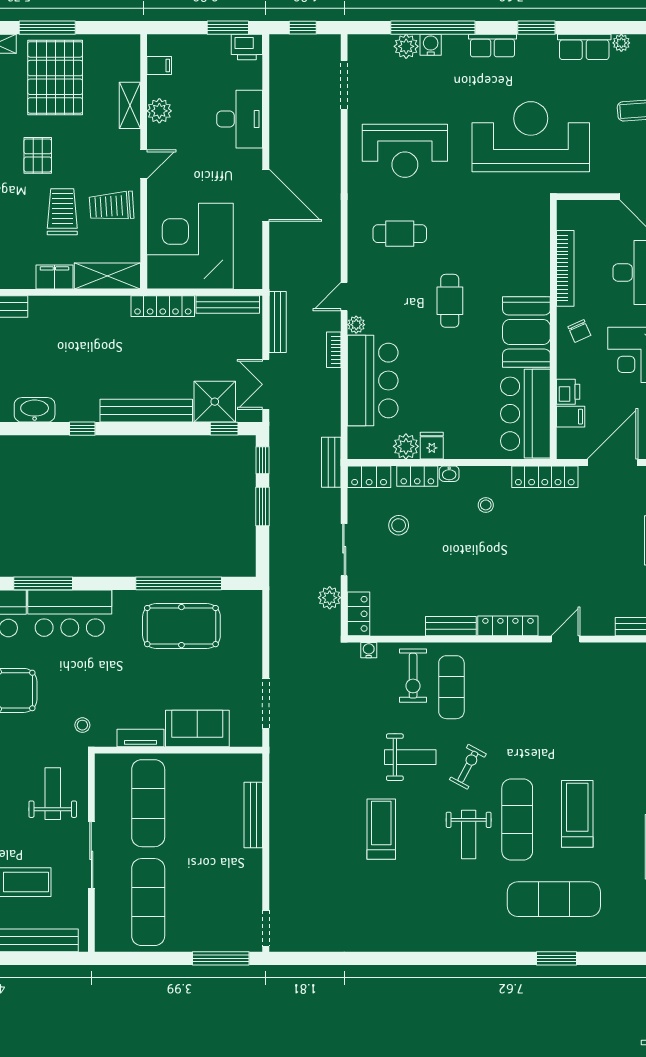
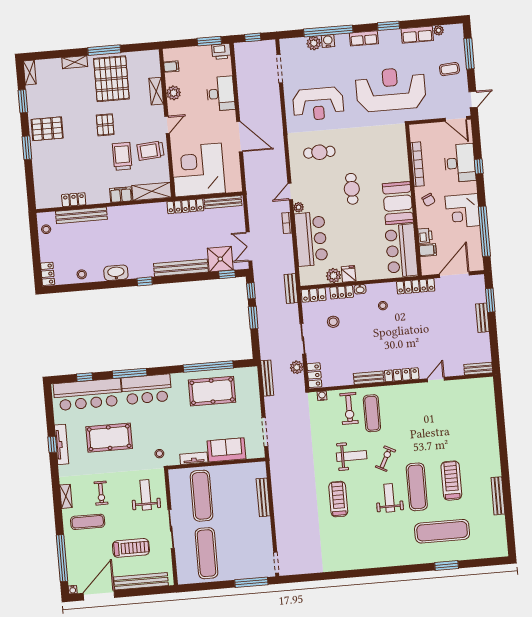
bench: (278, 322) -> (267, 378), moved
weight bench: (469, 834) -> (389, 498), turned 180

